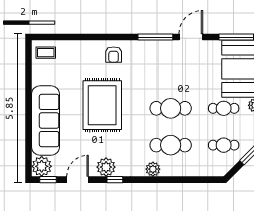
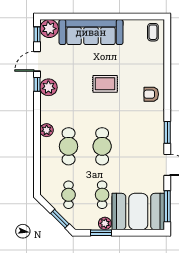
window: (155, 37) -> (167, 132), width x0.69
rug: (102, 105) -> (105, 84), width x0.54, depth x0.49
door: (77, 180) -> (37, 61), swing flipped
window: (115, 180) -> (37, 84), moved

